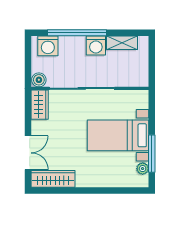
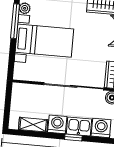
window: (77, 33) -> (73, 137), width x0.32
kitchen sink: (72, 45) -> (79, 126), added

